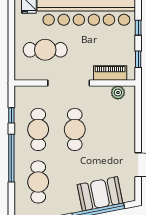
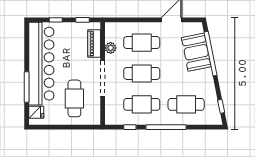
plant: (118, 93) -> (111, 48), moved
cafe table: (111, 129) -> (142, 43), added

